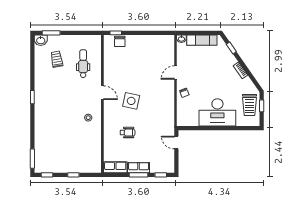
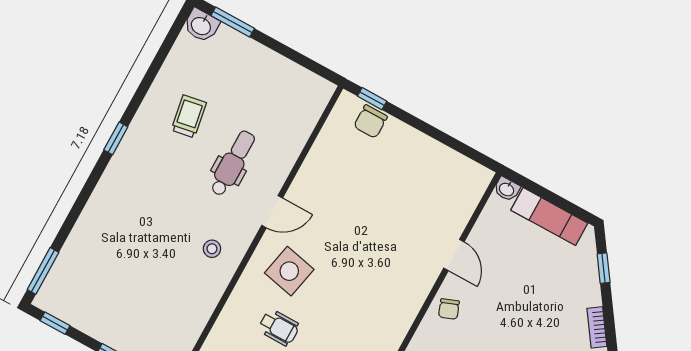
trolley: (57, 59) -> (189, 116), moved
dental chair: (83, 64) -> (233, 163), moved
door: (176, 73) -> (454, 255), swing flipped
door: (102, 93) -> (272, 212), hinge flipped
side table: (131, 101) -> (289, 271), moved

